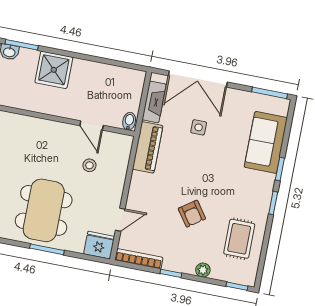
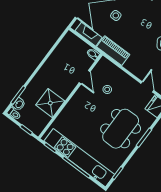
shower: (54, 70) -> (50, 103), moved
door: (92, 125) -> (85, 77), hinge flipped
dining table: (44, 210) -> (121, 129), turned 90

